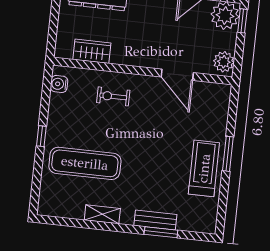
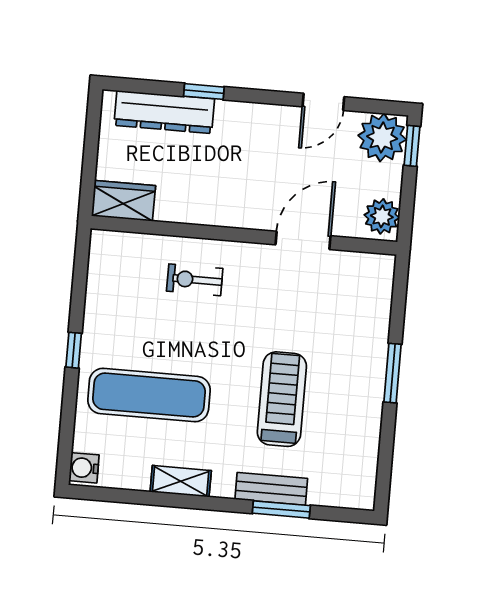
wardrobe: (92, 51) -> (123, 201), moved
door: (177, 75) -> (303, 240), swing flipped
water cooler: (59, 84) -> (84, 468), moved
treadmill: (204, 168) -> (282, 399), moved

